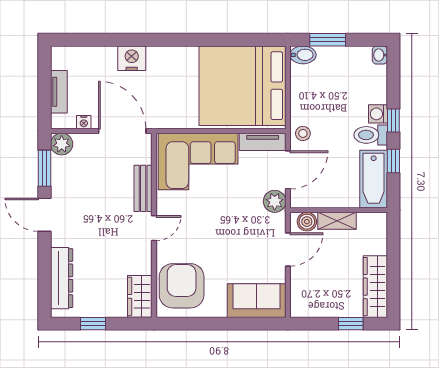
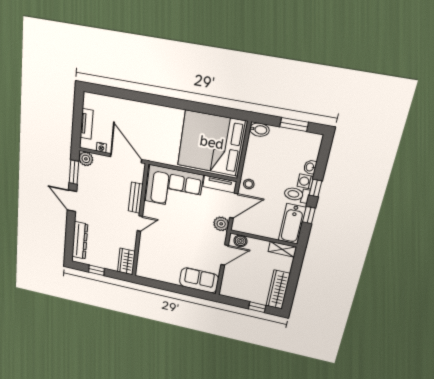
window: (328, 40) -> (294, 125), moved
washbasin: (380, 55) -> (310, 167), moved
nightstand: (132, 58) -> (138, 110), removed
shelving: (337, 221) -> (282, 249), moved
armchair: (182, 286) -> (153, 261), removed

